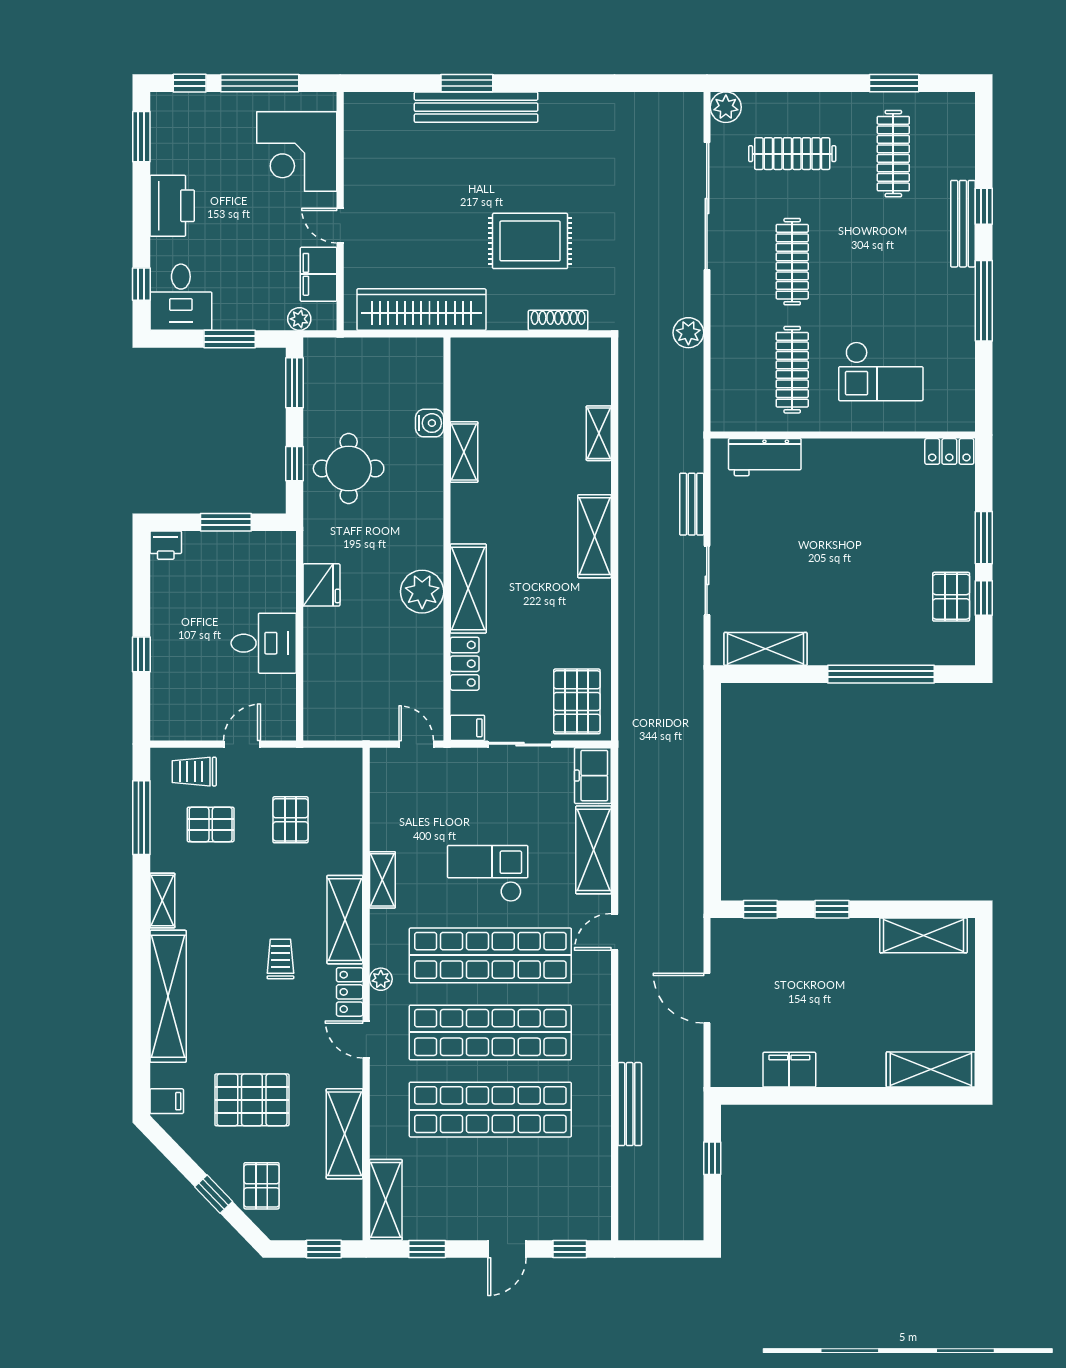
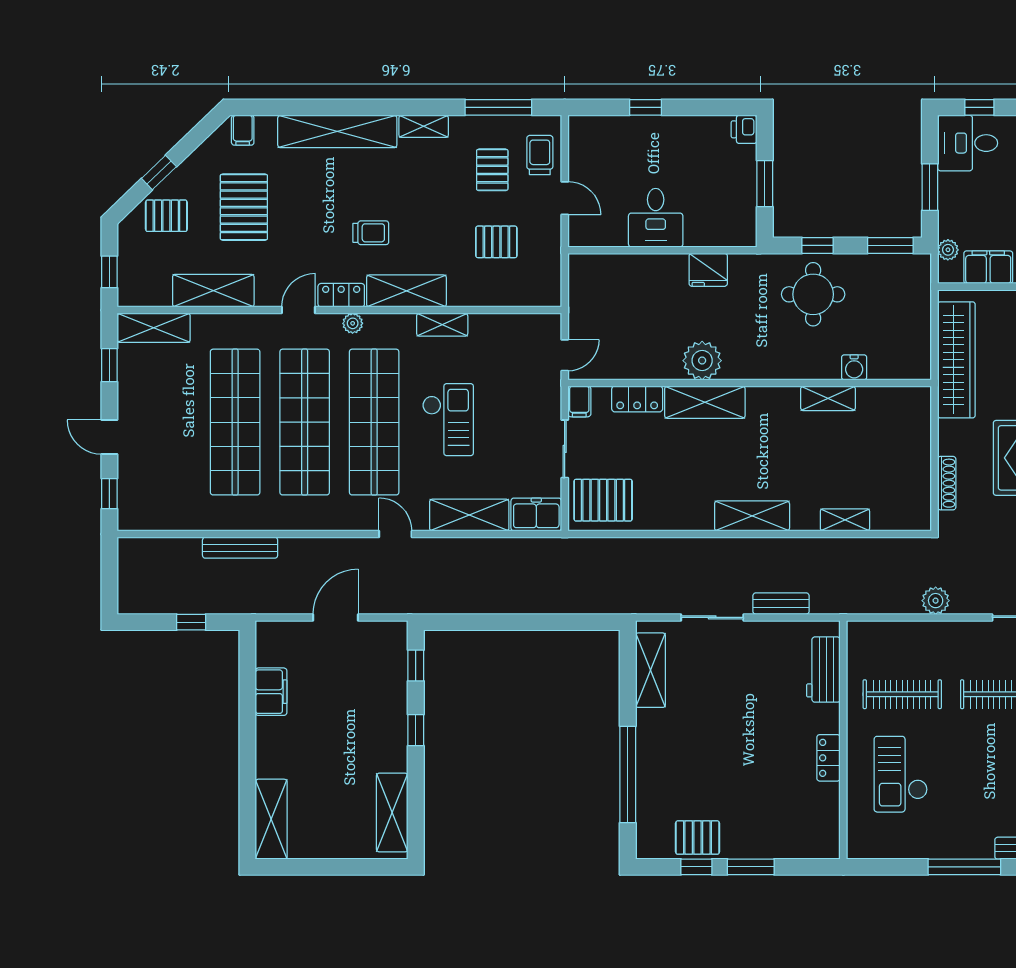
locker: (949, 451) -> (829, 758), moved

